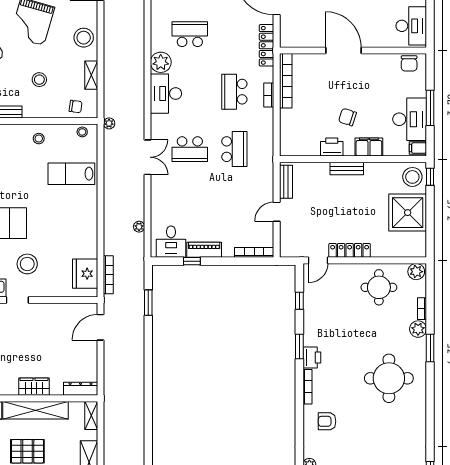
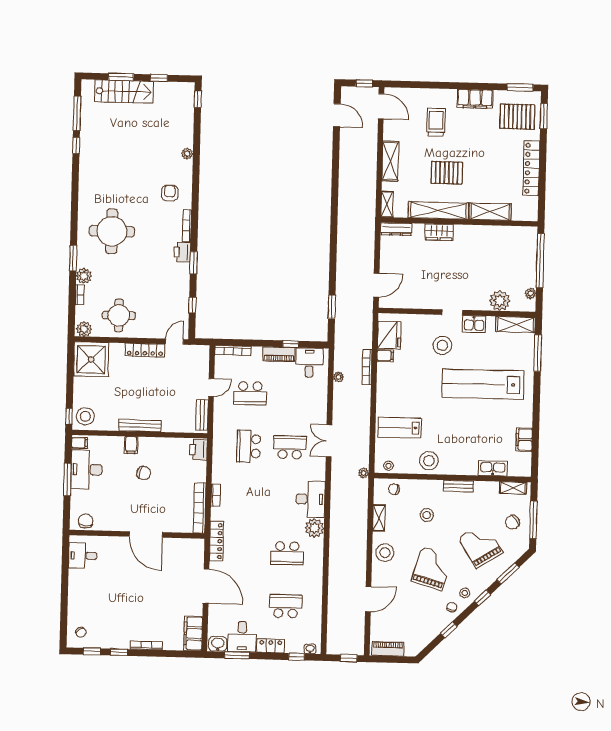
desk: (411, 26) -> (83, 556), width x0.73
school desk: (234, 92) -> (250, 393), moved, turned 90
stool: (39, 139) -> (429, 461), width x1.89, depth x1.89
printer: (332, 147) -> (198, 450), moved, turned 90
filing cabinet: (369, 147) -> (131, 445), width x0.50
bench: (347, 168) -> (140, 426), width x1.36
lab bench: (71, 174) -> (400, 428), turned 180
shower: (408, 213) -> (91, 359), moved
filing cabinet: (89, 251) -> (385, 356), added
bookcase: (108, 275) -> (367, 367), moved
armchair: (327, 421) -> (170, 193), turned -90

